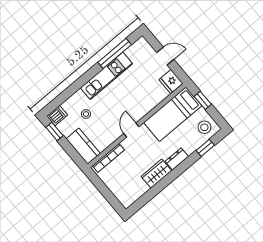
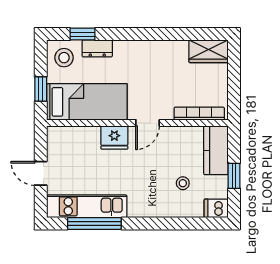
kitchen unit: (106, 76) -> (87, 206), moved
fridge: (171, 81) -> (114, 138), moved, turned 90
window: (54, 131) -> (234, 176), moved
dresser: (177, 159) -> (97, 48), moved
wardrobe: (156, 174) -> (209, 51), moved

